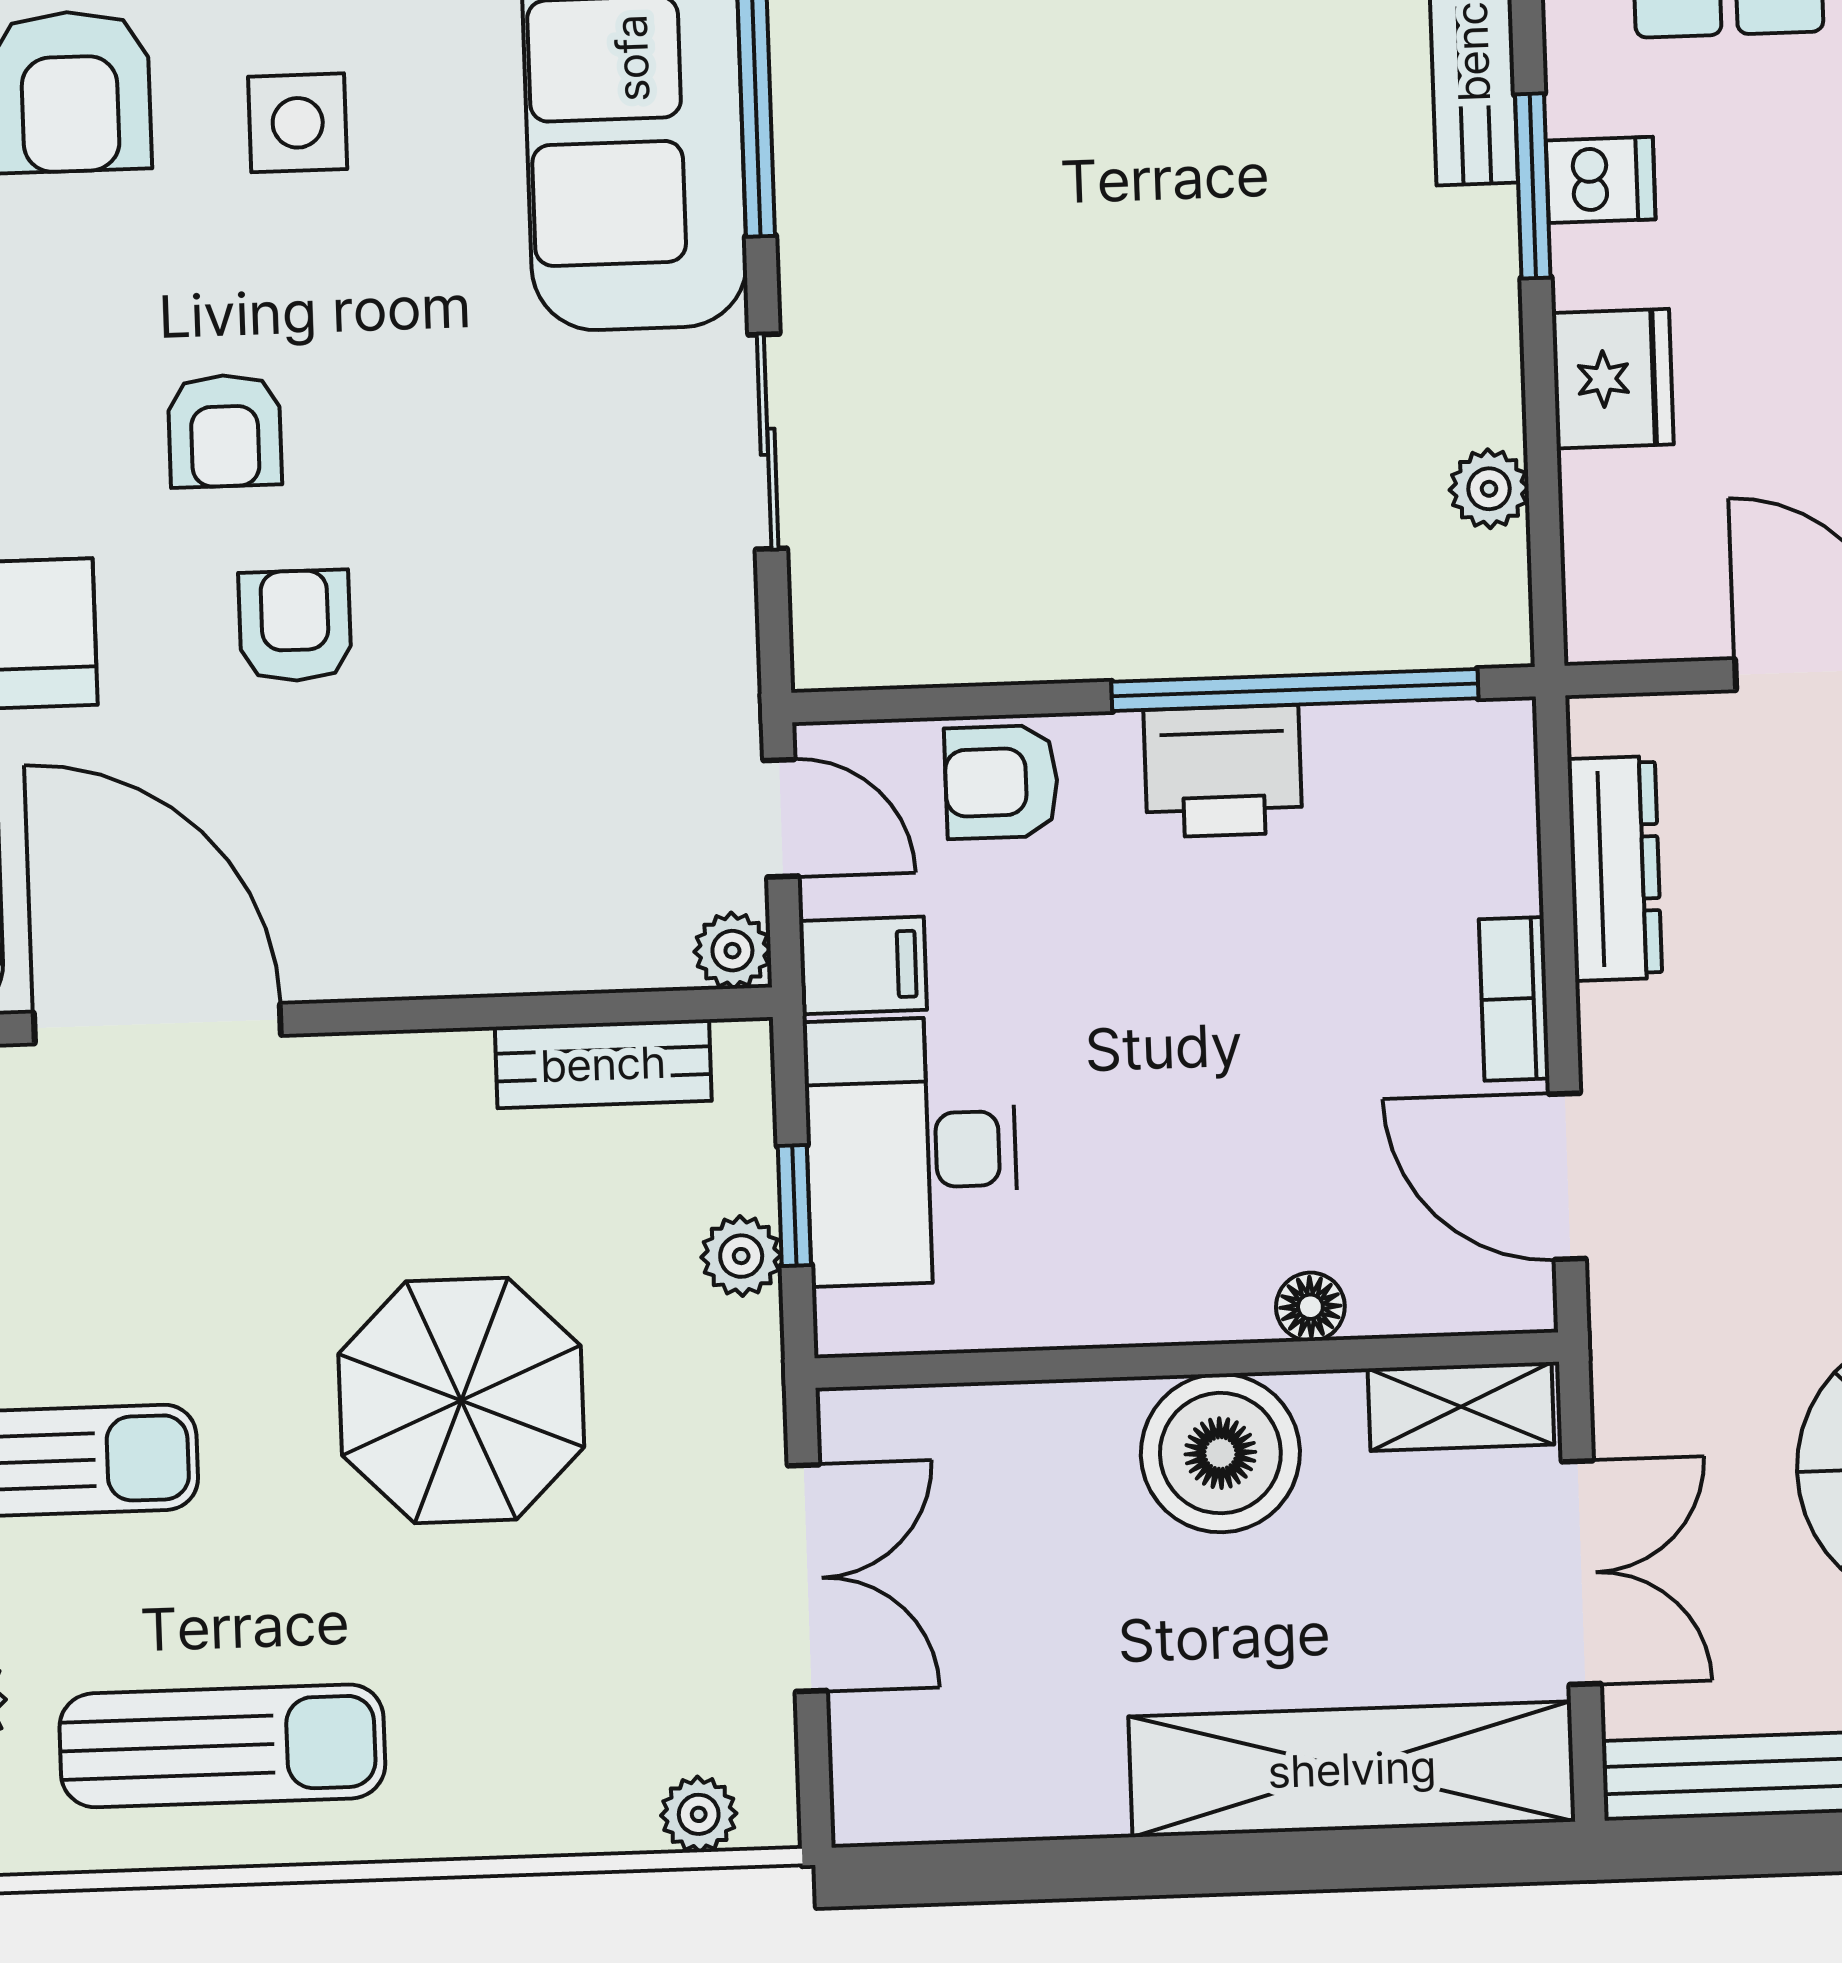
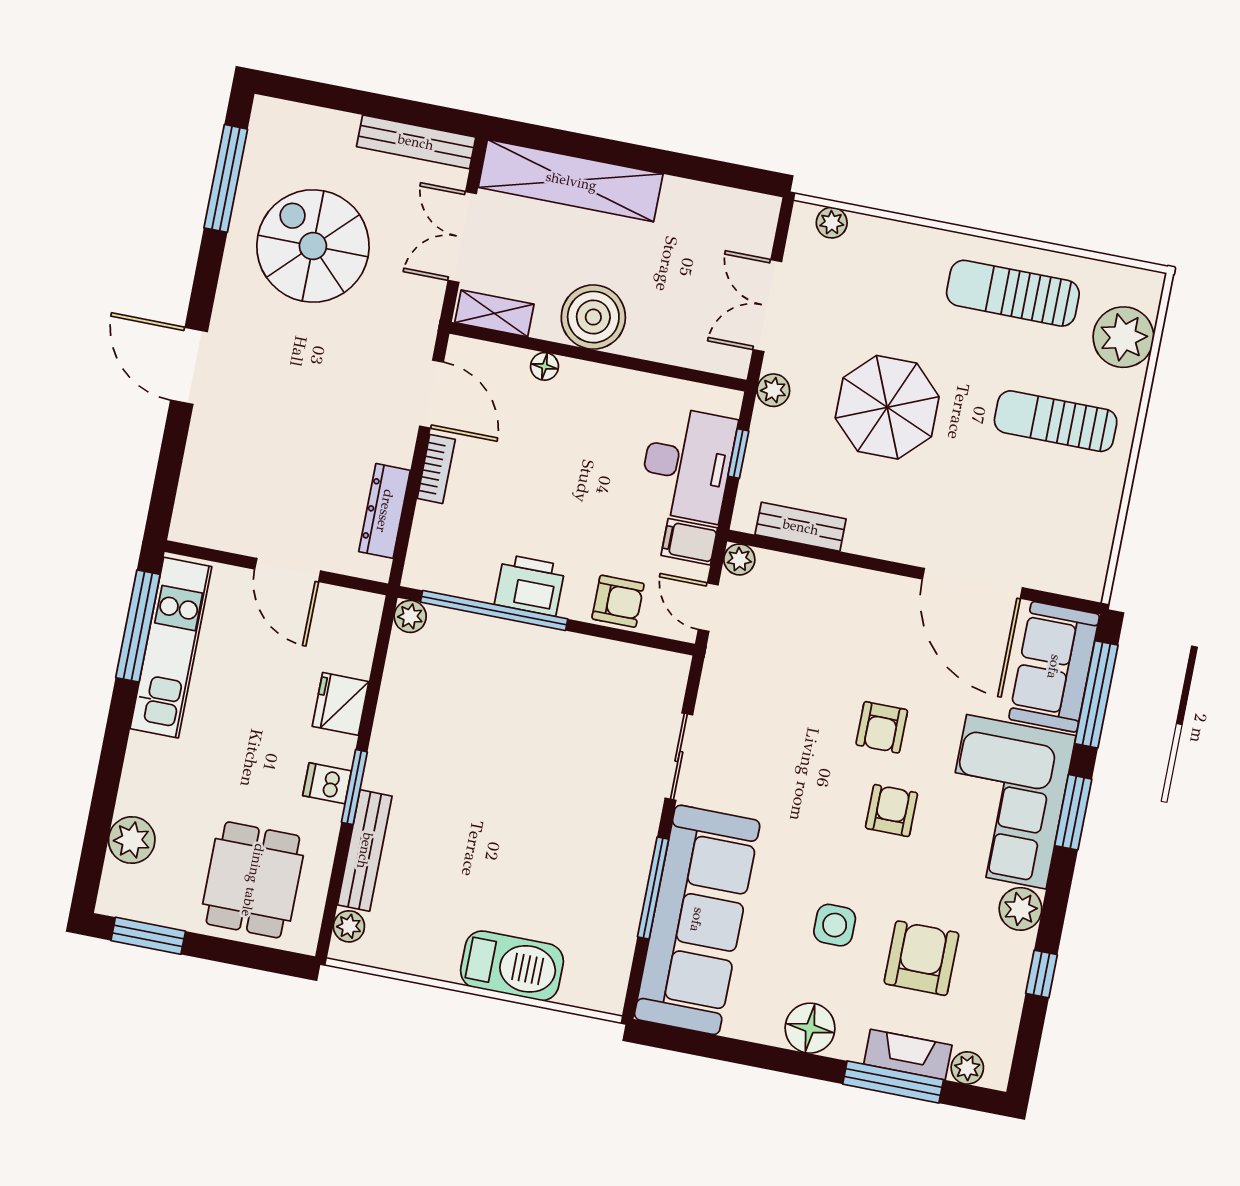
plant: (1489, 489) -> (410, 616), moved
plant: (741, 1256) -> (773, 390), moved

